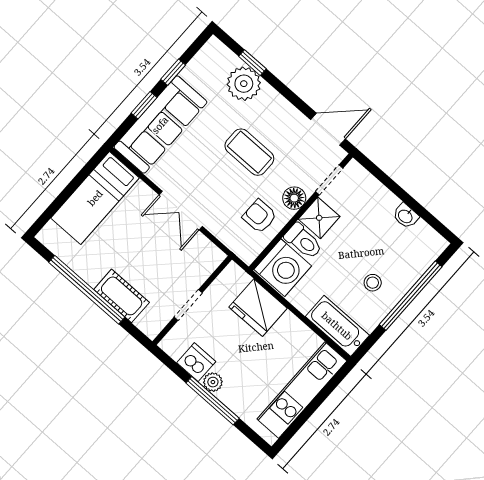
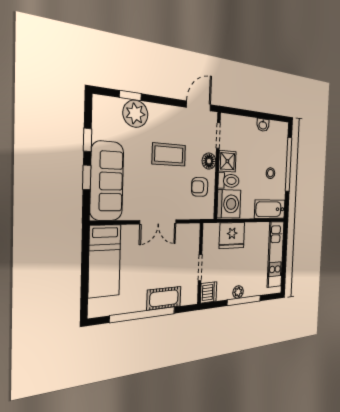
dishwasher: (196, 362) -> (209, 292), moved, turned 90

